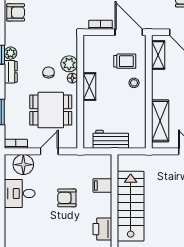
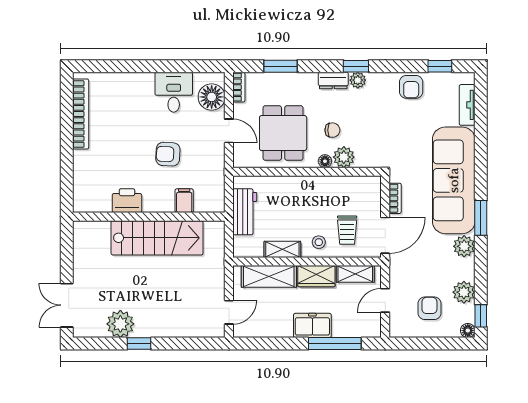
wardrobe: (160, 85) -> (316, 276), added
shelving: (89, 87) -> (282, 249), moved
armchair: (67, 198) -> (168, 154), turned -87

